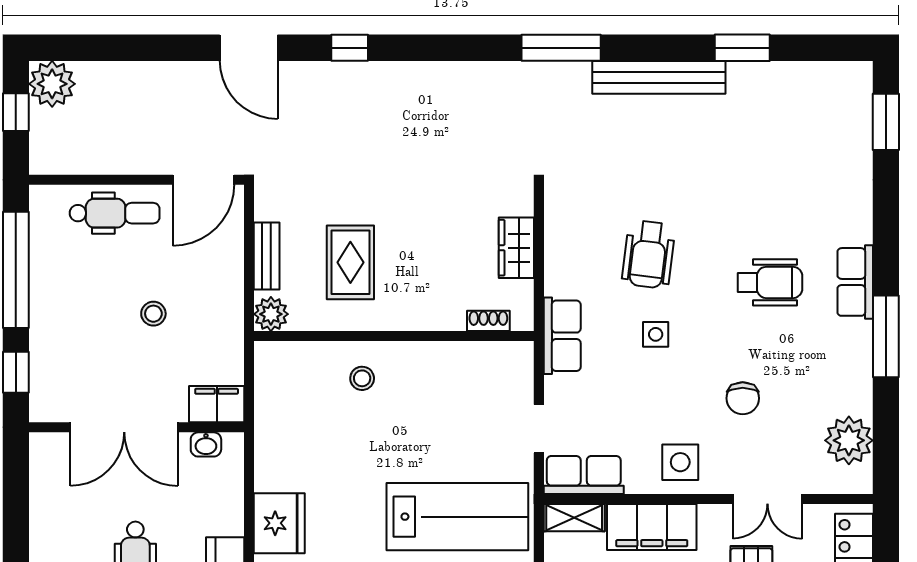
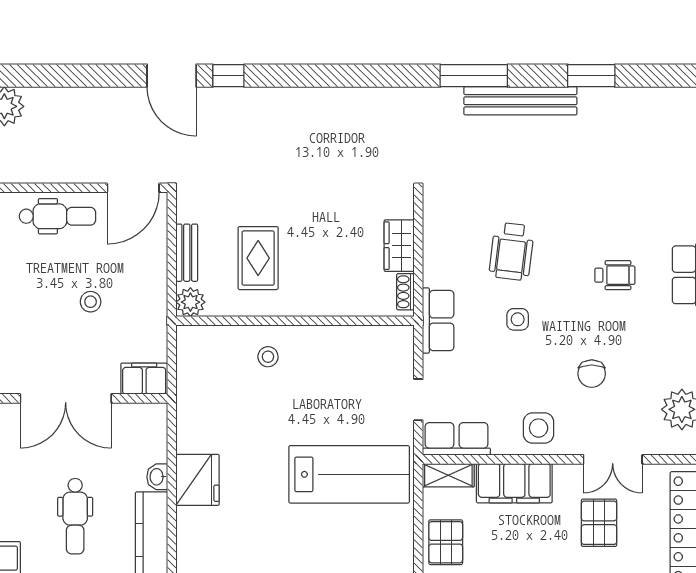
window: (350, 48) -> (228, 76), moved
window: (561, 48) -> (474, 76), moved
wheelchair: (770, 282) -> (615, 275), width x0.73, depth x0.73
shoe rack: (488, 321) -> (405, 292), moved, turned -90
washbasin: (206, 444) -> (157, 477), moved, turned 90

